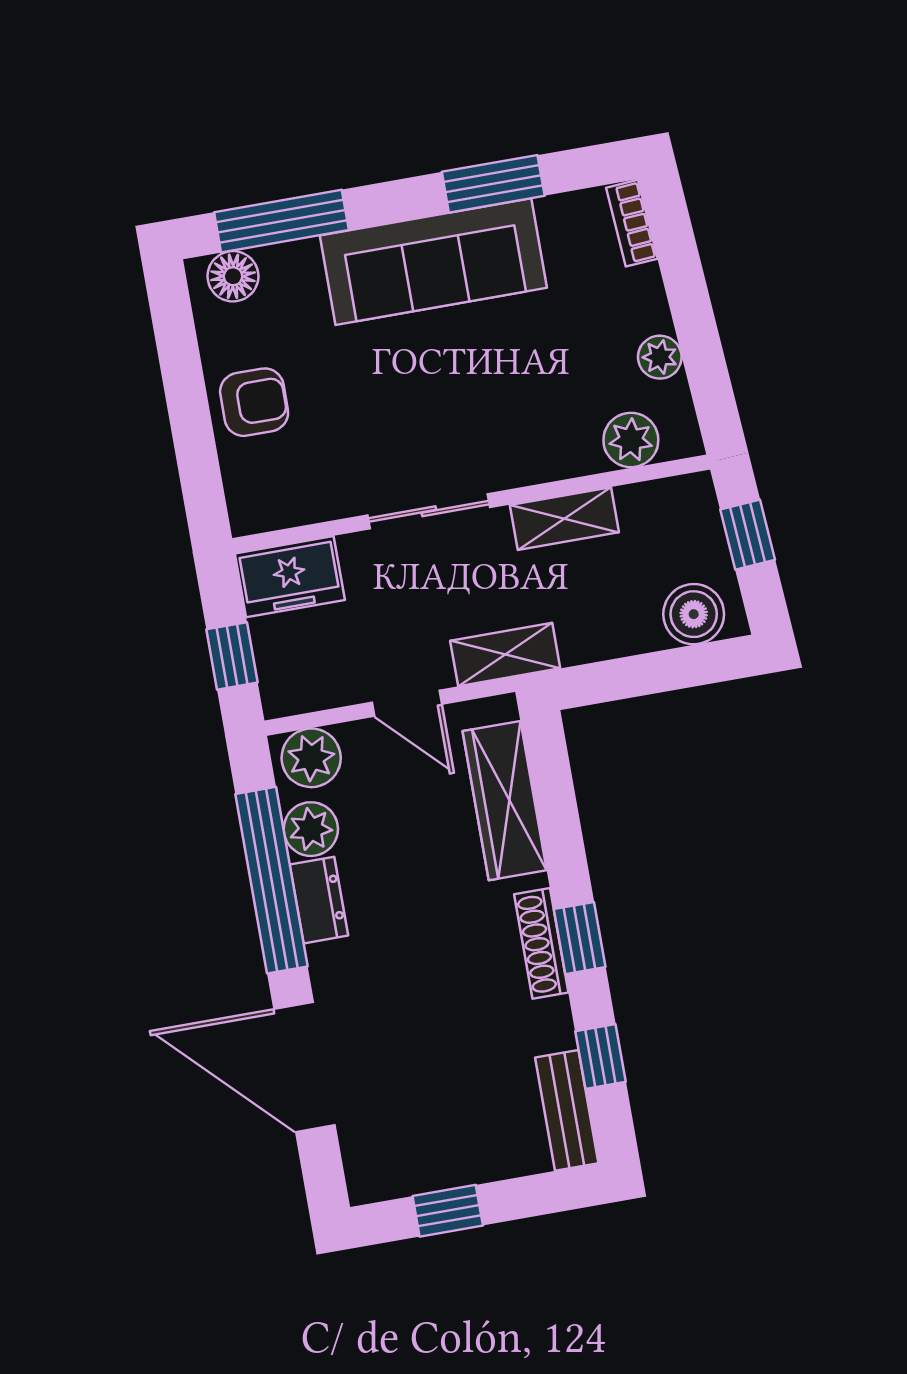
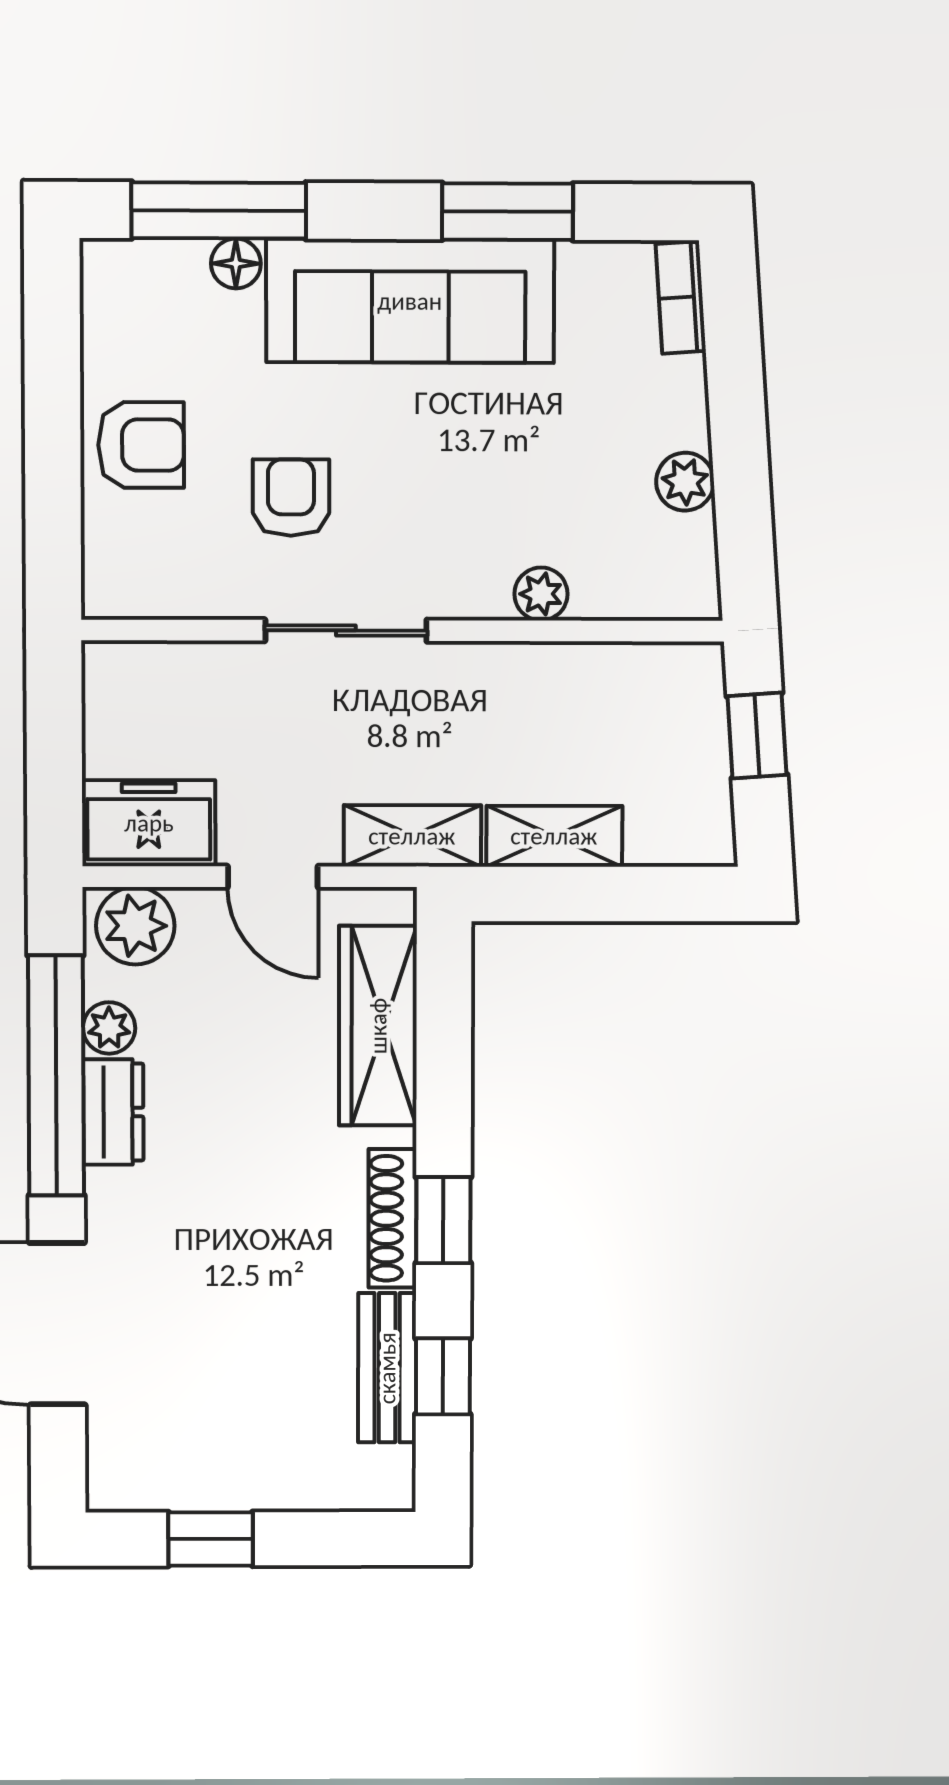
floor lamp: (233, 276) -> (236, 263), moved, width x0.73, depth x0.73
armchair: (371, 421) -> (291, 498), added
plant: (631, 440) -> (541, 594), moved, width x0.73, depth x0.73
shelving: (564, 519) -> (554, 836), moved
freezer: (290, 577) -> (149, 823), moved, turned 180
boiler: (694, 614) -> (668, 827), removed
window: (232, 656) -> (54, 774), removed
plant: (311, 829) -> (109, 1028), width x0.73, depth x0.73
bench: (567, 1110) -> (387, 1368), moved

